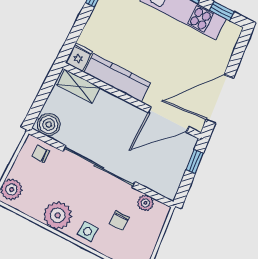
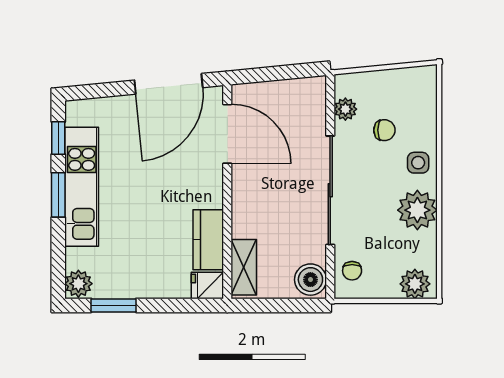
kitchen counter: (117, 78) -> (208, 240), width x0.67
door: (220, 99) -> (169, 84), hinge flipped
window: (195, 162) -> (263, 75), removed

